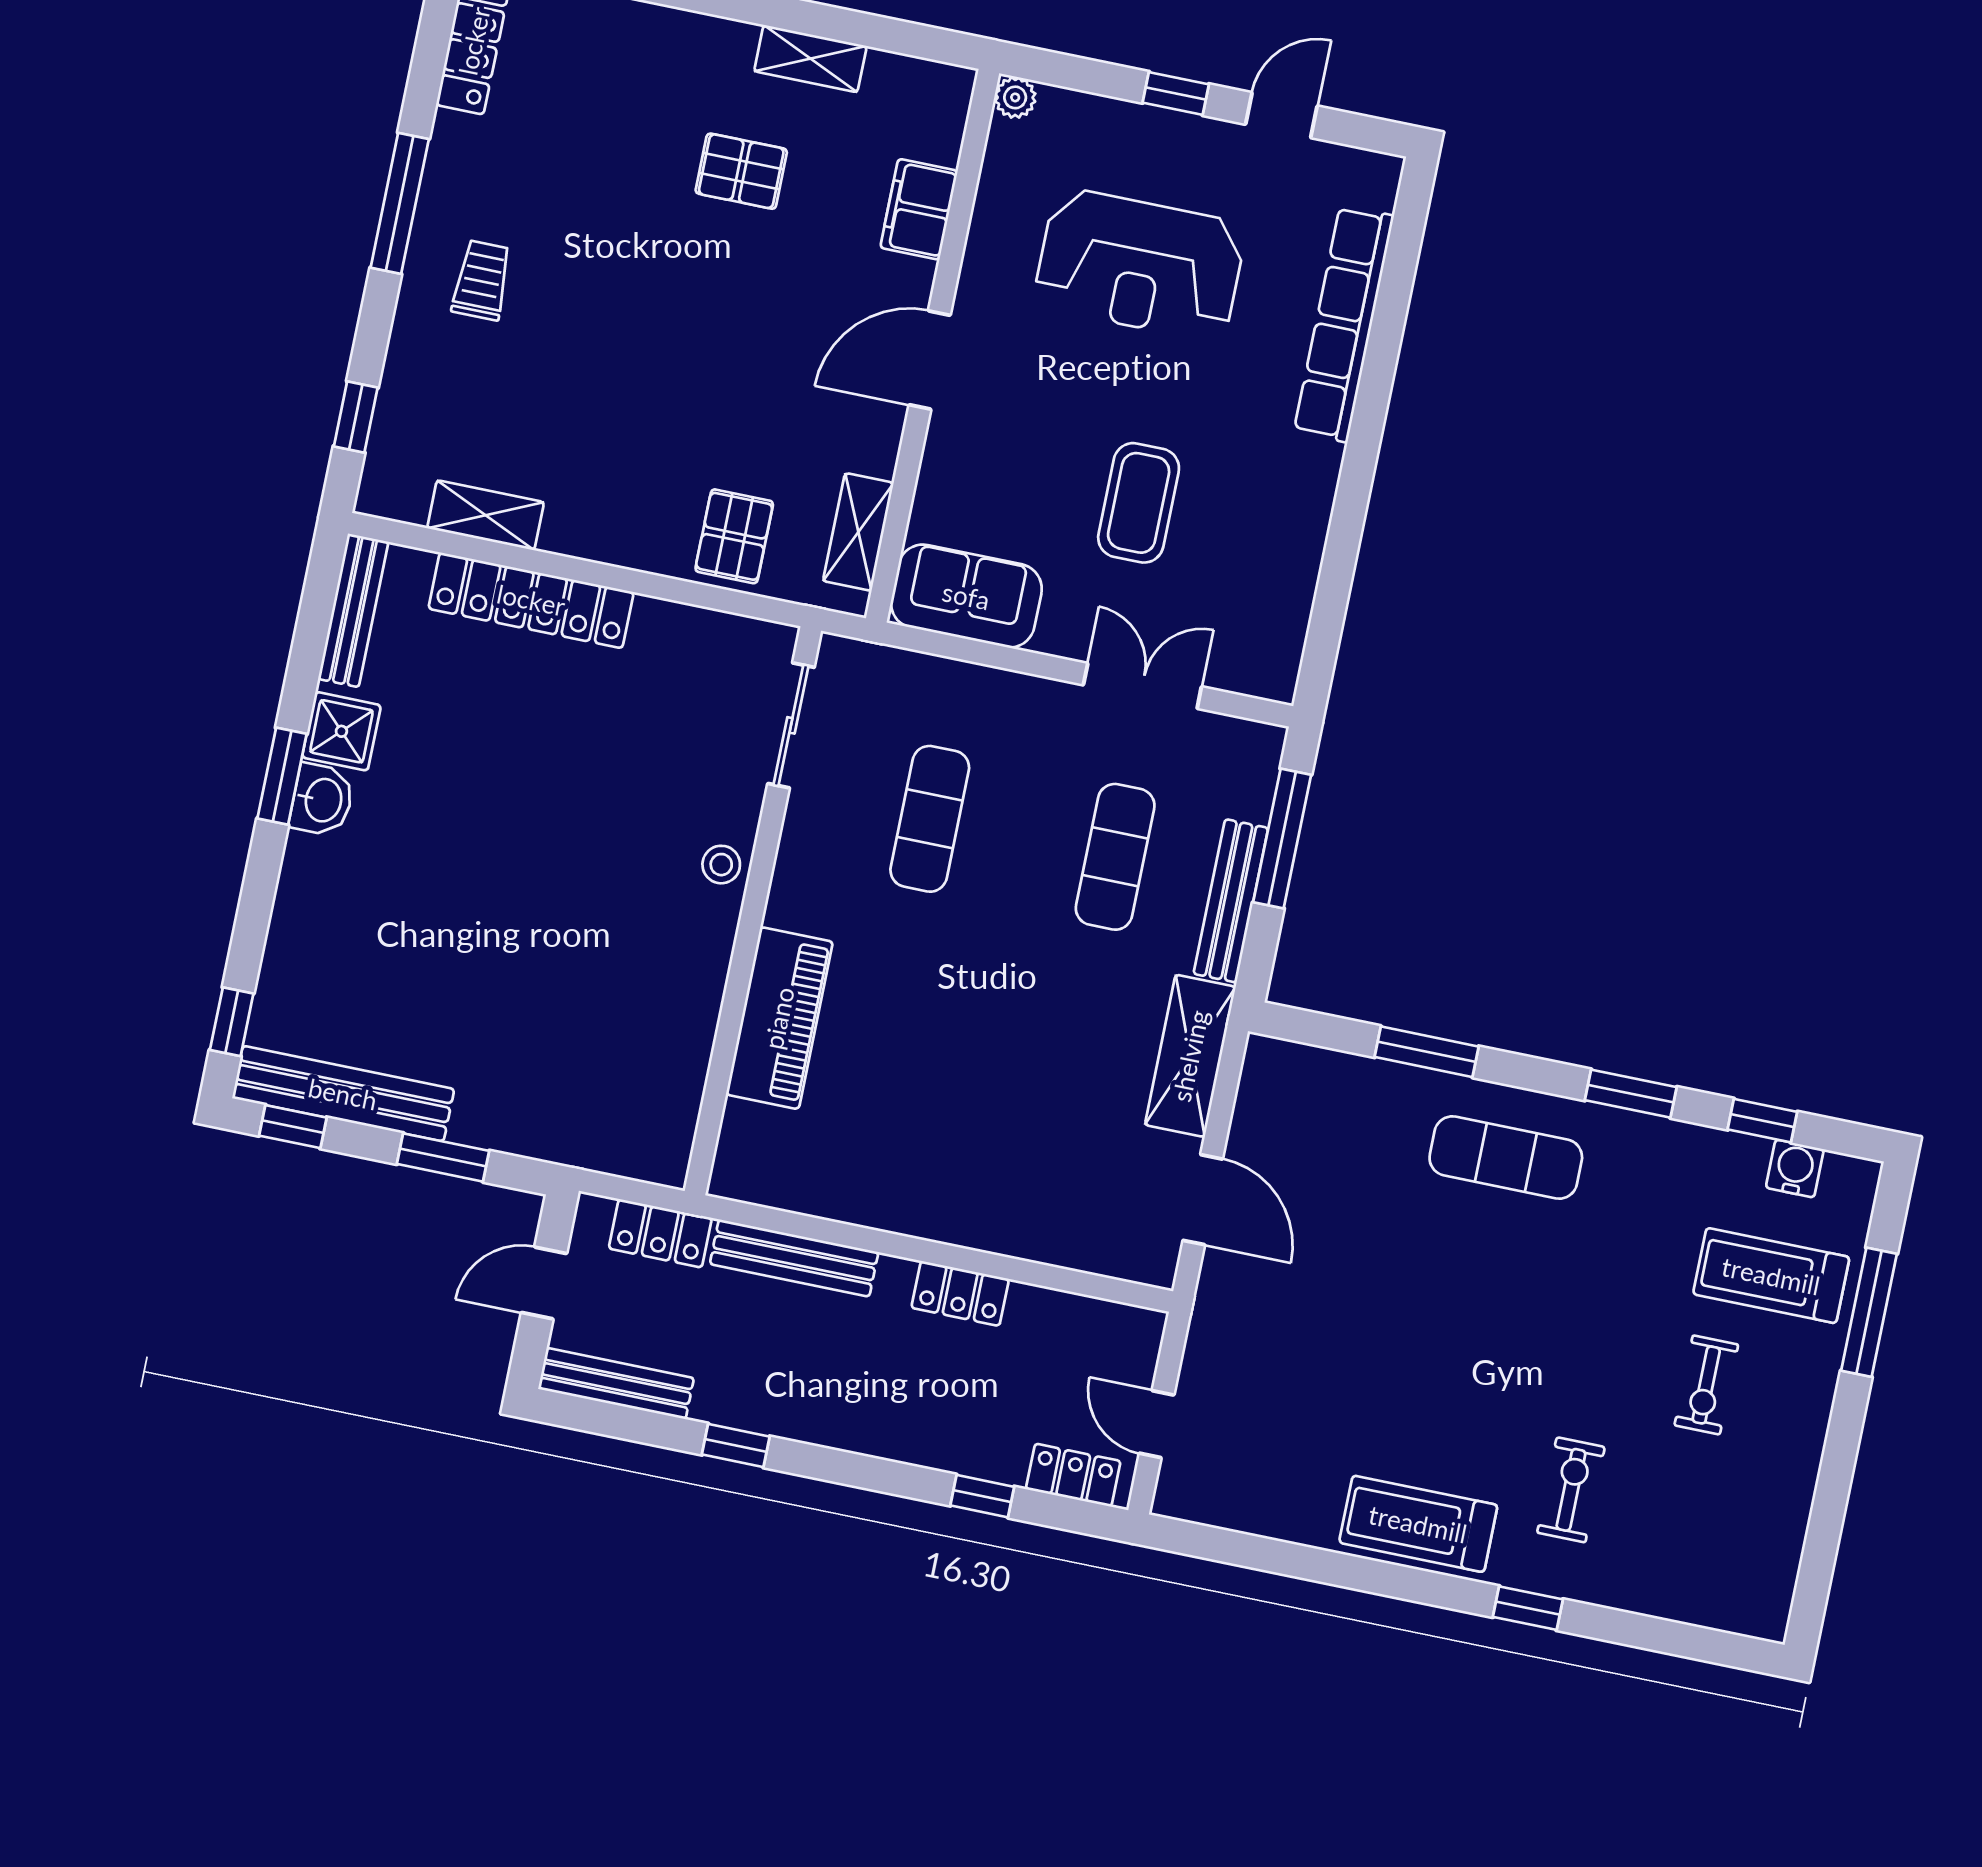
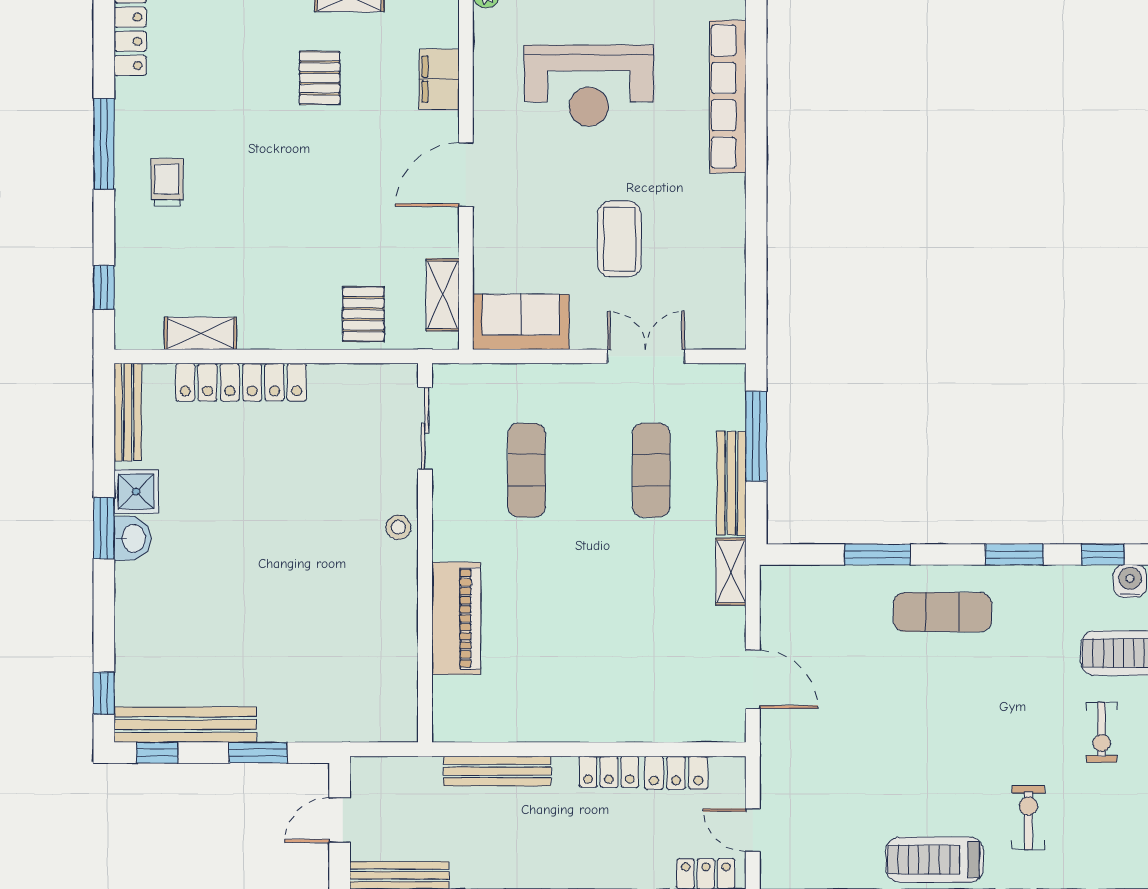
pallet: (741, 171) -> (320, 78), turned 90
shelving: (1190, 1056) -> (731, 572), width x0.67, depth x0.75
locker: (660, 1233) -> (676, 773), moved

